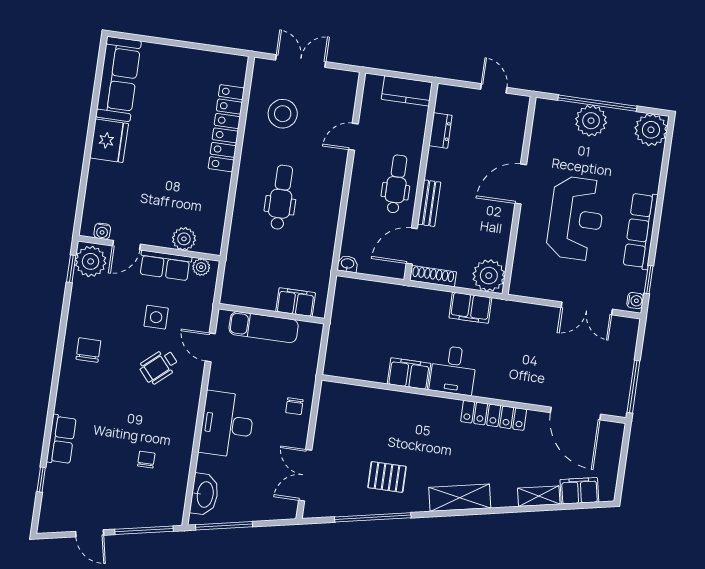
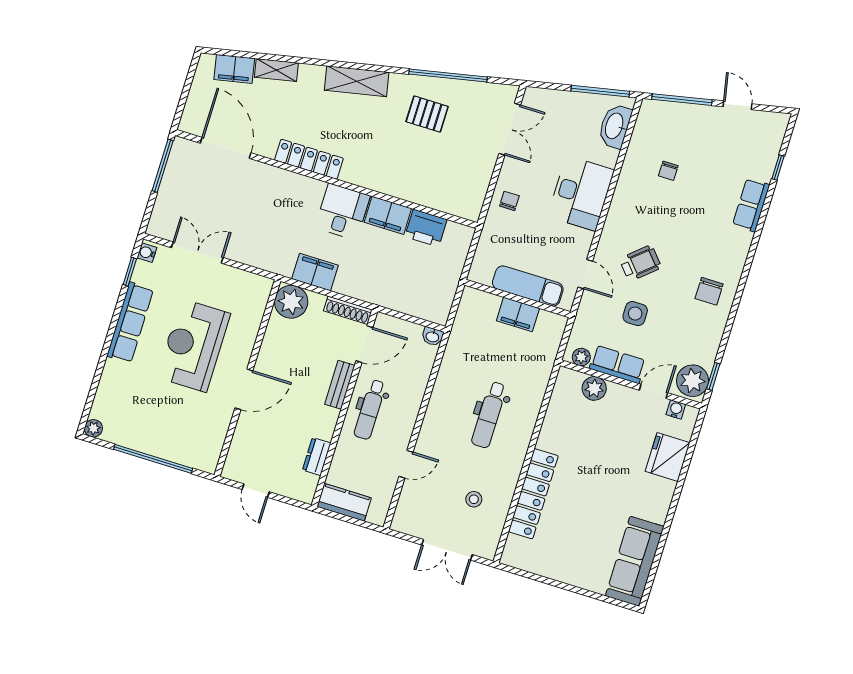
stool: (283, 114) -> (474, 499), width x0.53, depth x0.53
plant: (591, 121) -> (162, 442), removed
plant: (651, 130) -> (93, 428), width x0.53, depth x0.53
fridge: (109, 141) -> (668, 457), moved
filing cabinet: (296, 302) -> (518, 314), moved
printer: (370, 367) -> (426, 228), added

